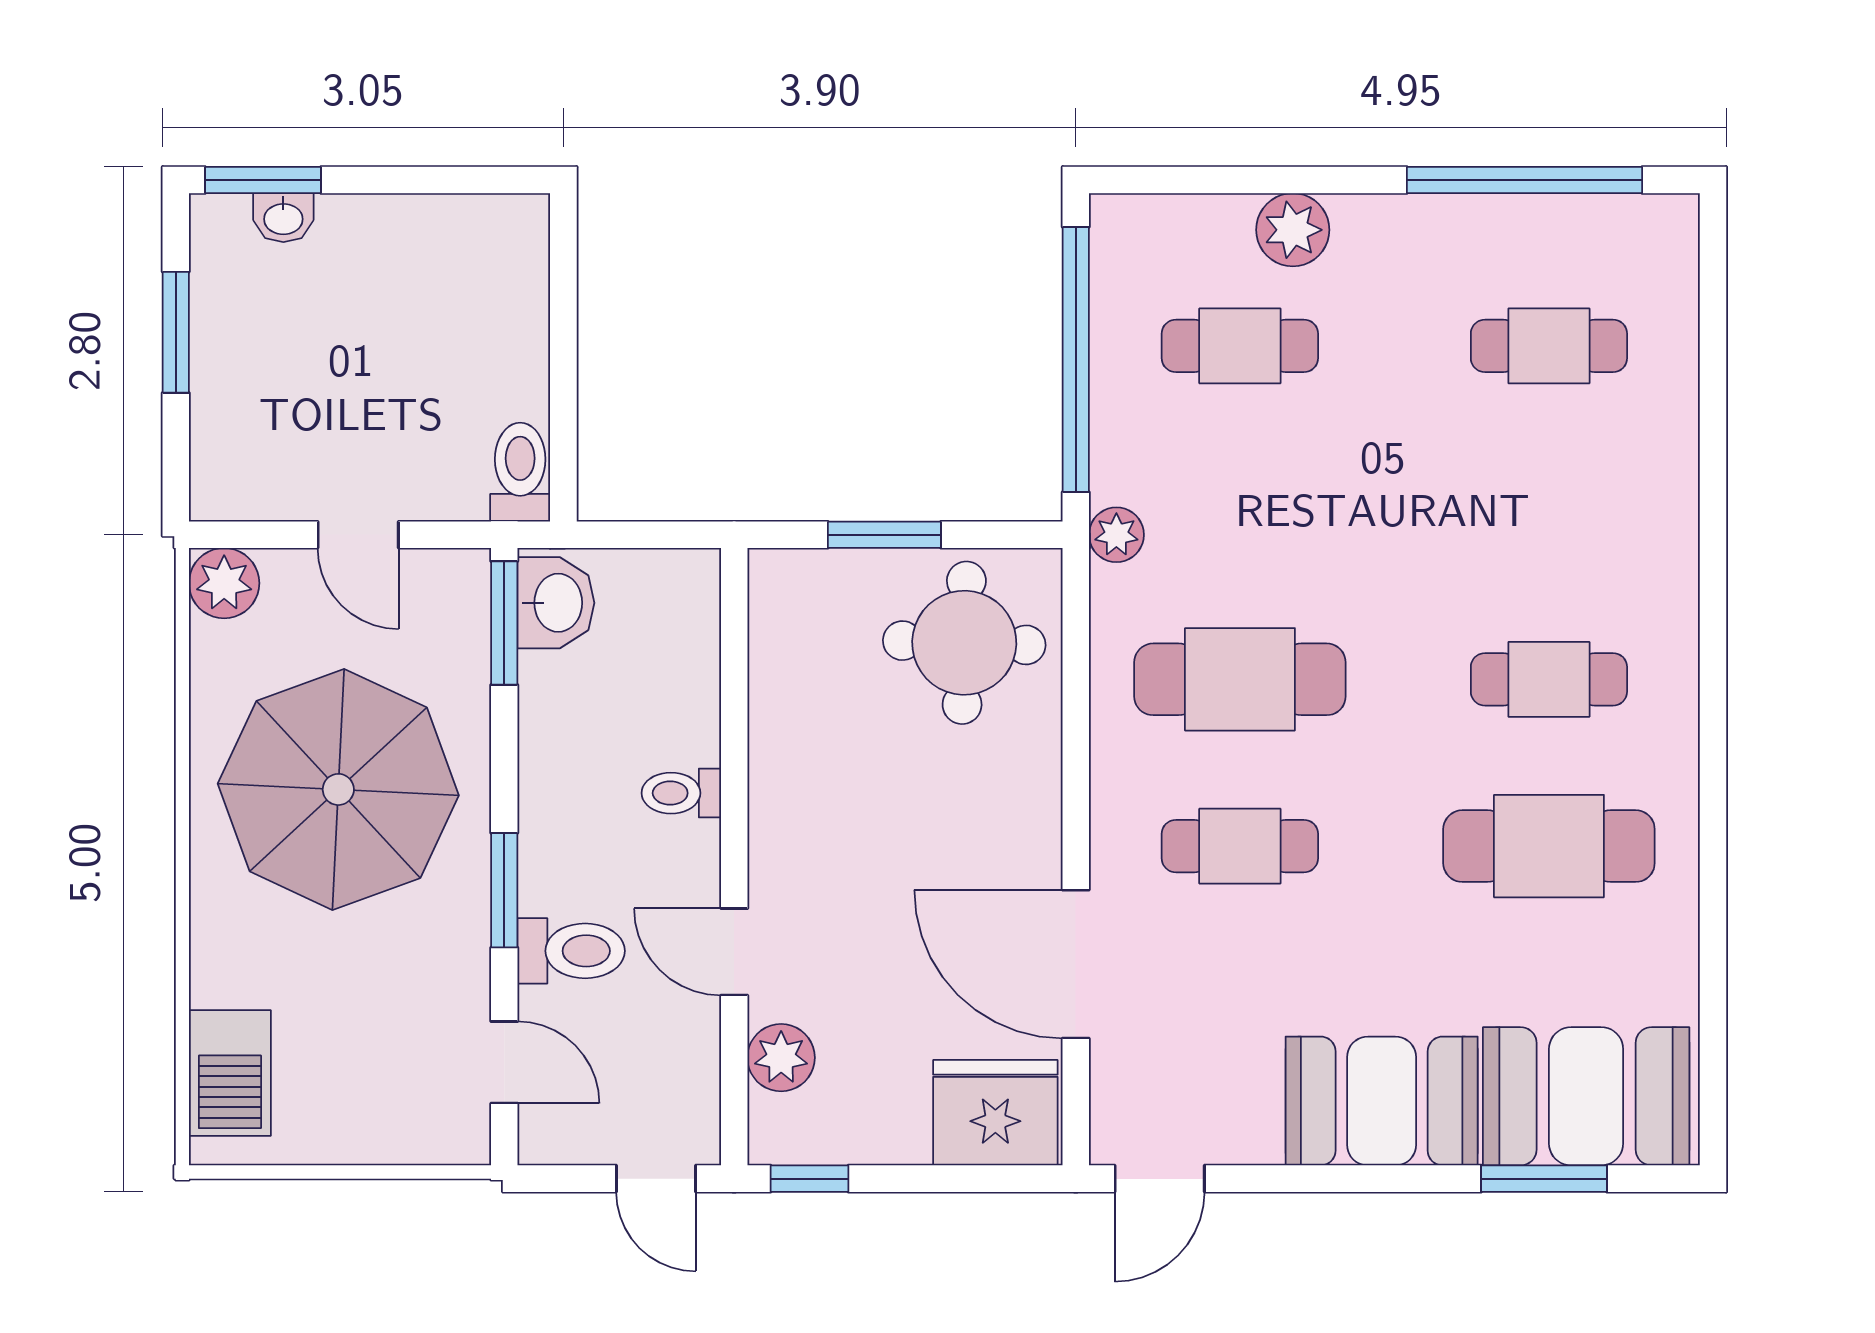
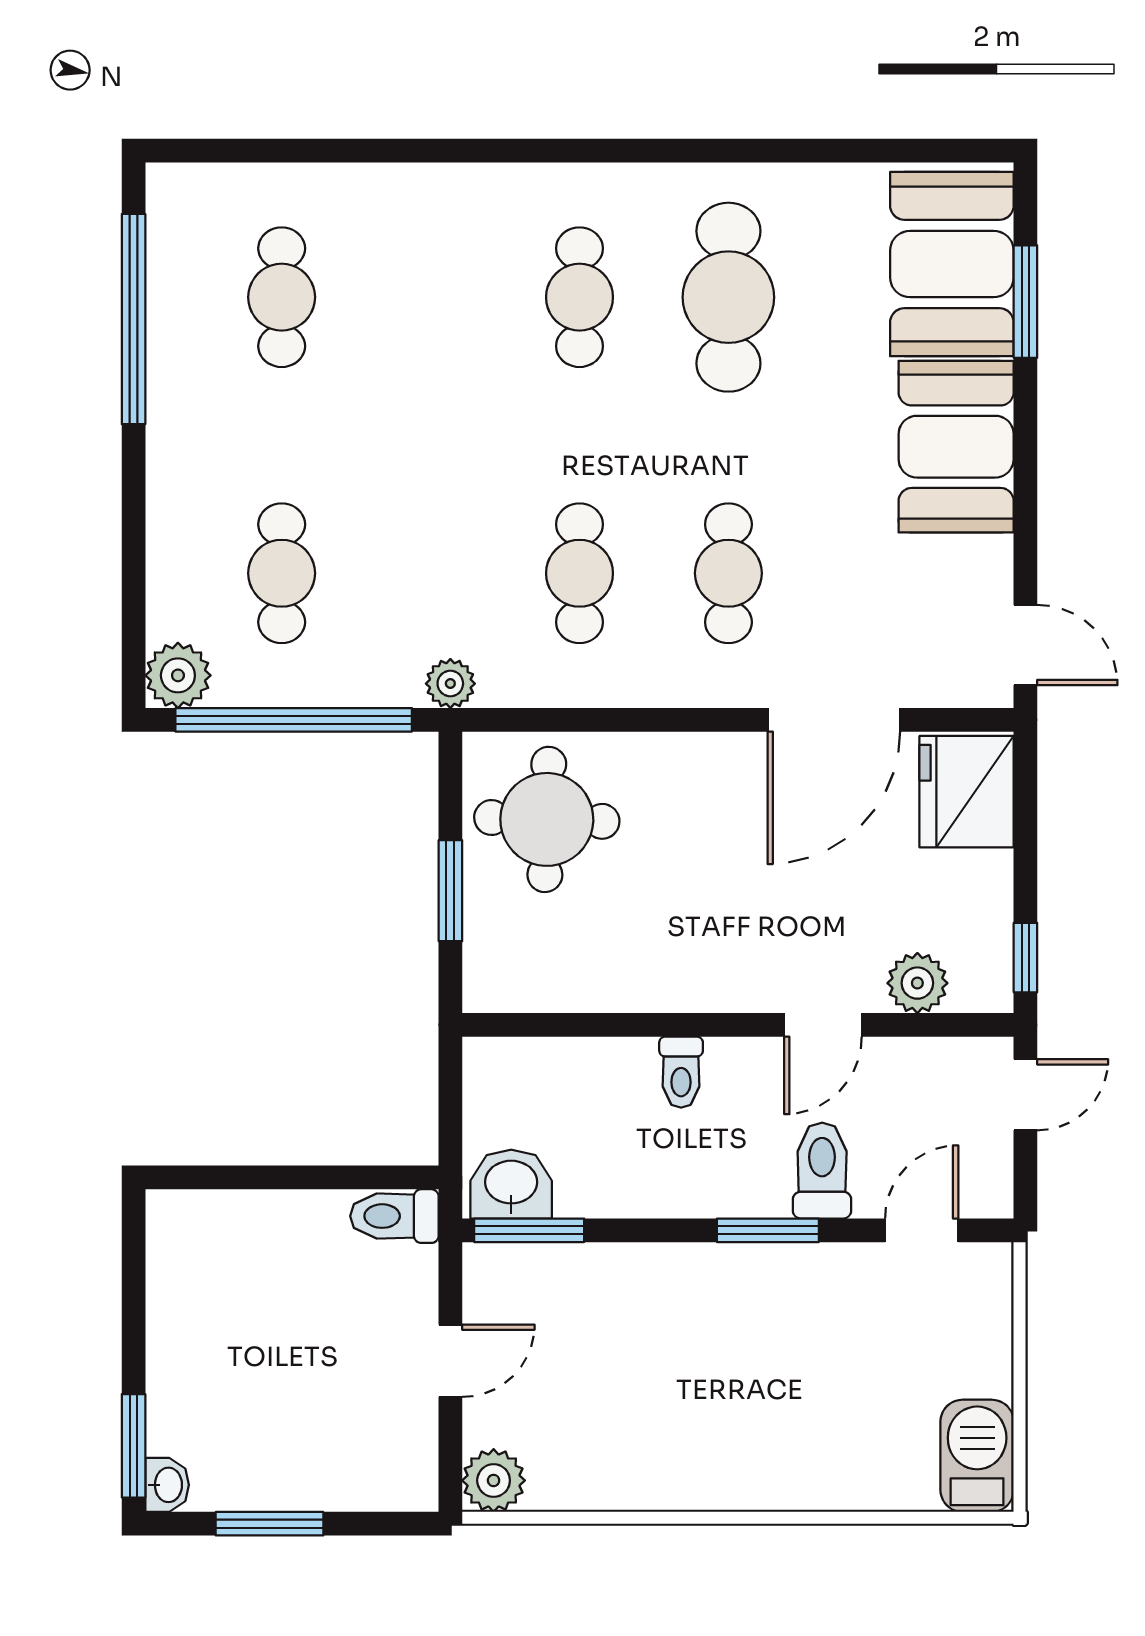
washbasin: (283, 218) -> (167, 1485), moved
plant: (1293, 230) -> (178, 675), moved
cafe table: (1240, 679) -> (579, 573), width x0.73, depth x0.74
parasol: (338, 789) -> (678, 1378), removed
barbecue: (230, 1073) -> (977, 1456), moved, turned -90

